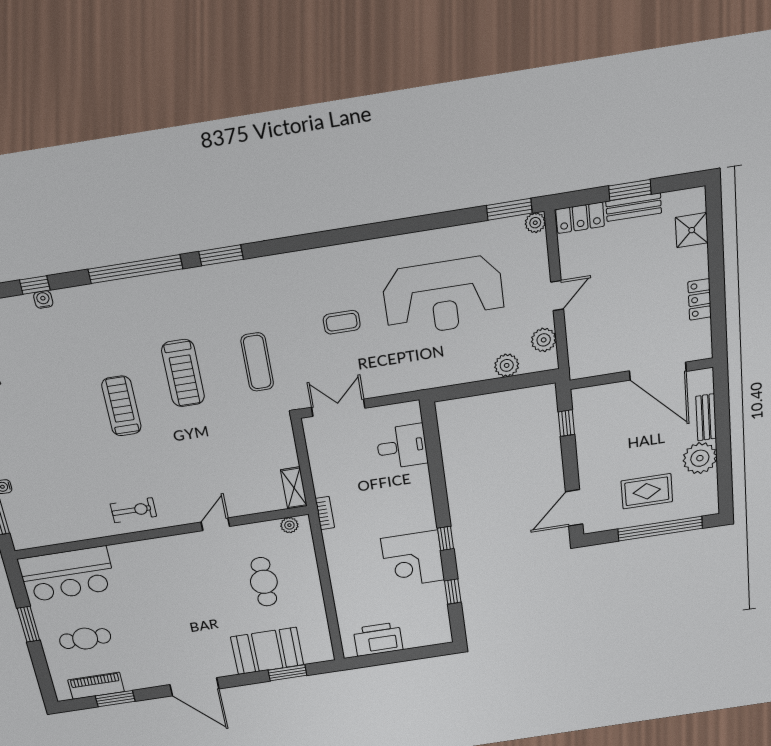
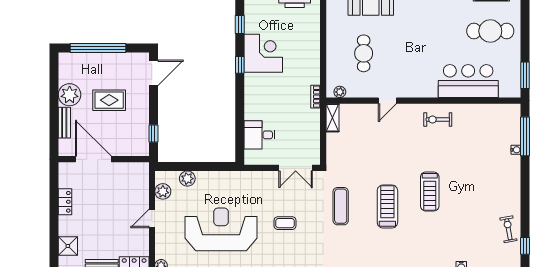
rug: (647, 491) -> (109, 100), moved
bar counter: (67, 574) -> (468, 81), moved
window: (29, 624) -> (525, 75), moved
cafe table: (85, 639) -> (490, 31), width x1.37, depth x1.35

